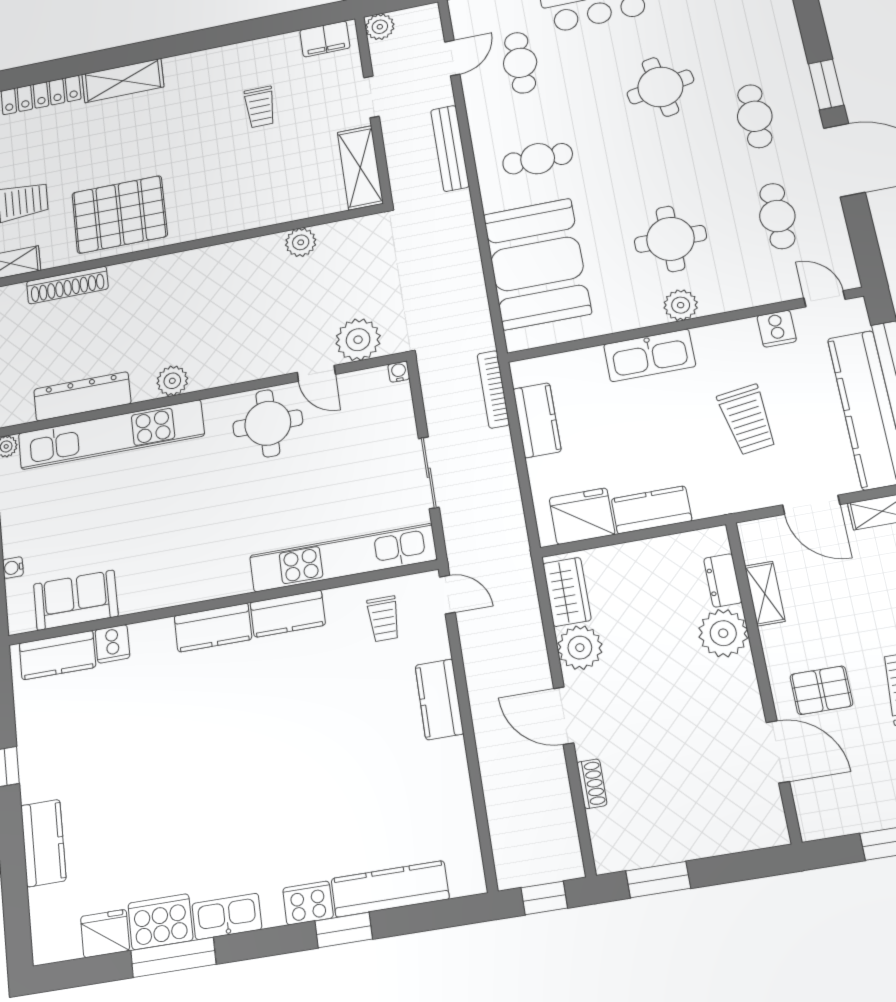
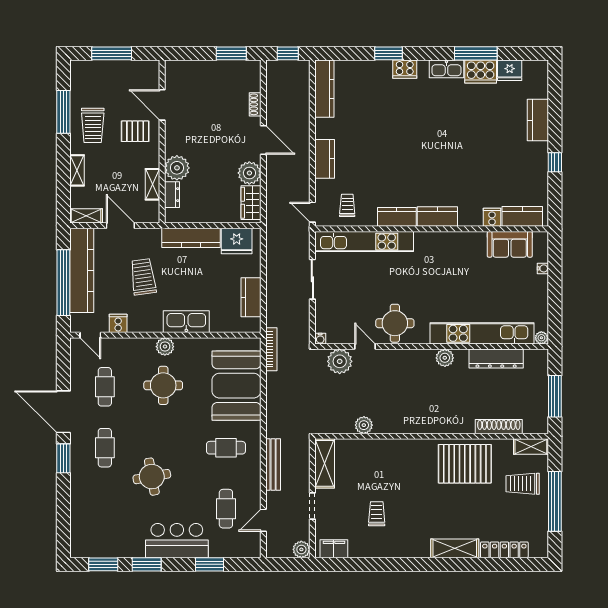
bookcase: (493, 389) -> (271, 349), moved
kitchen counter: (652, 510) -> (191, 238), width x1.50
kitchen counter: (390, 889) -> (324, 89), moved, turned -90

